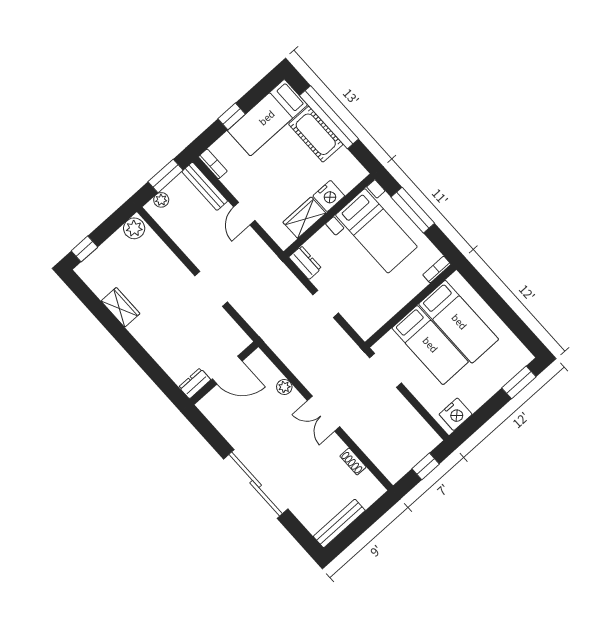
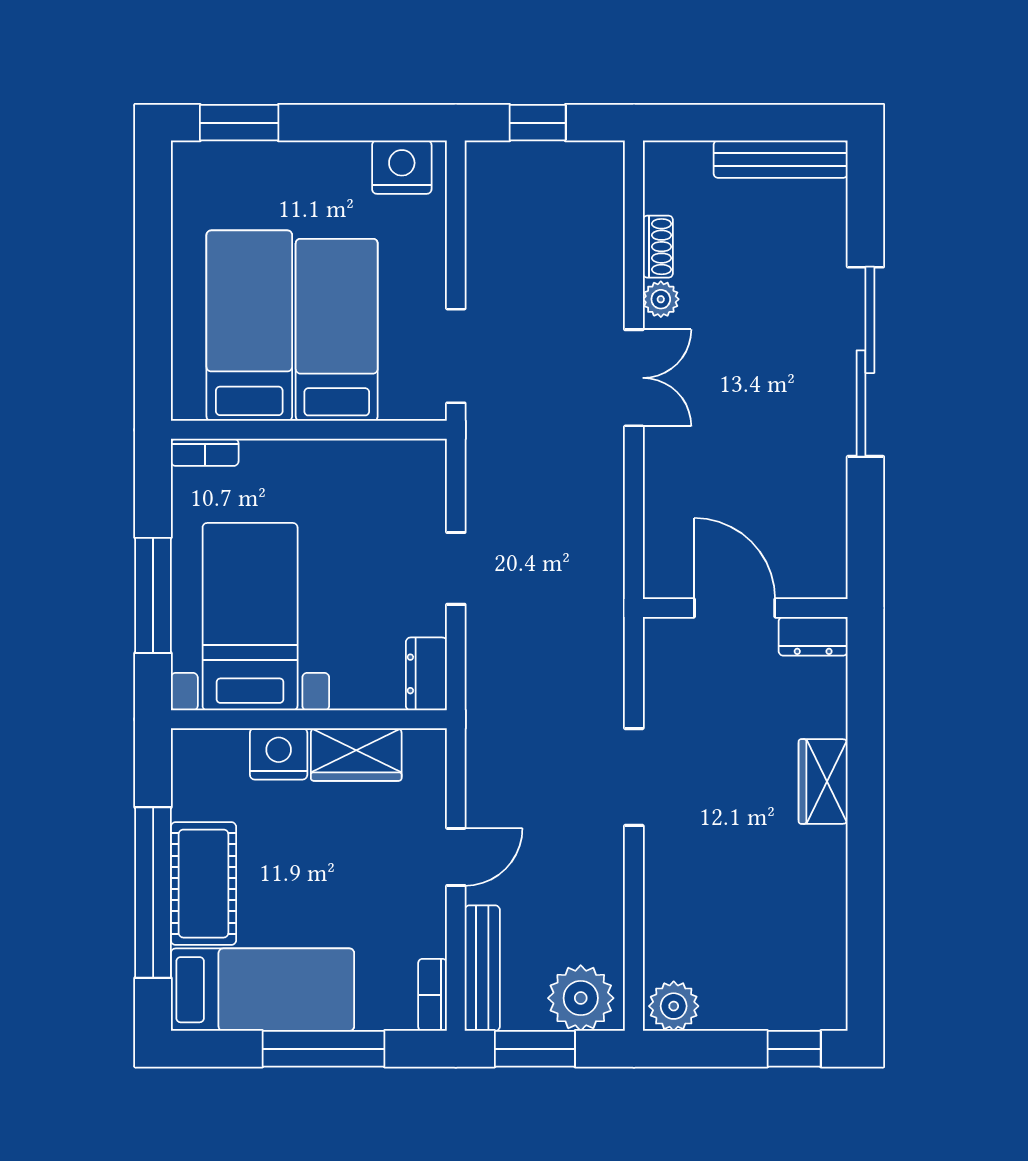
window: (232, 116) -> (324, 1049), width x2.17
plant: (161, 200) -> (581, 998), width x1.88, depth x1.88
wardrobe: (121, 307) -> (823, 781), moved
plant: (284, 387) -> (661, 299), moved

